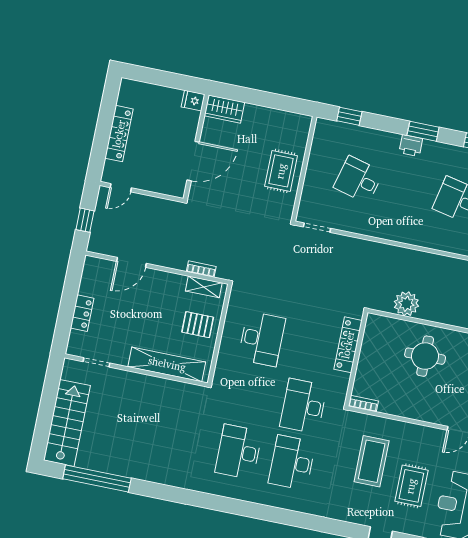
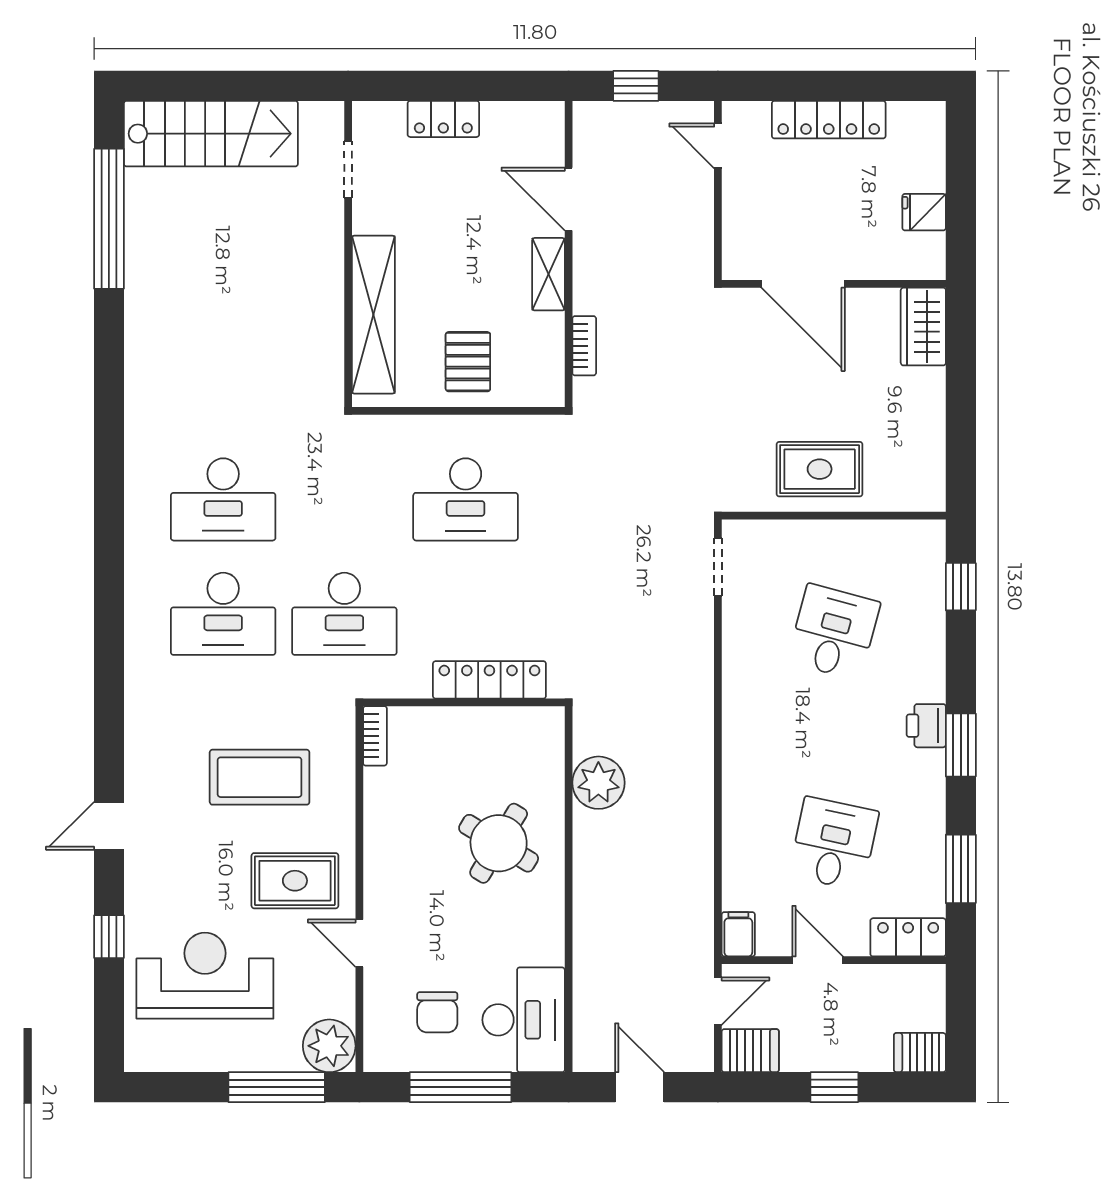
fridge: (193, 101) -> (924, 212), moved, turned -90
shelving: (204, 287) -> (548, 274), moved
round table: (425, 356) -> (499, 843), turned 31
desk: (303, 406) -> (344, 614), turned 180
desk: (239, 452) -> (223, 499), turned 180
desk: (292, 463) -> (223, 614), turned 180
rug: (411, 486) -> (295, 881), moved

